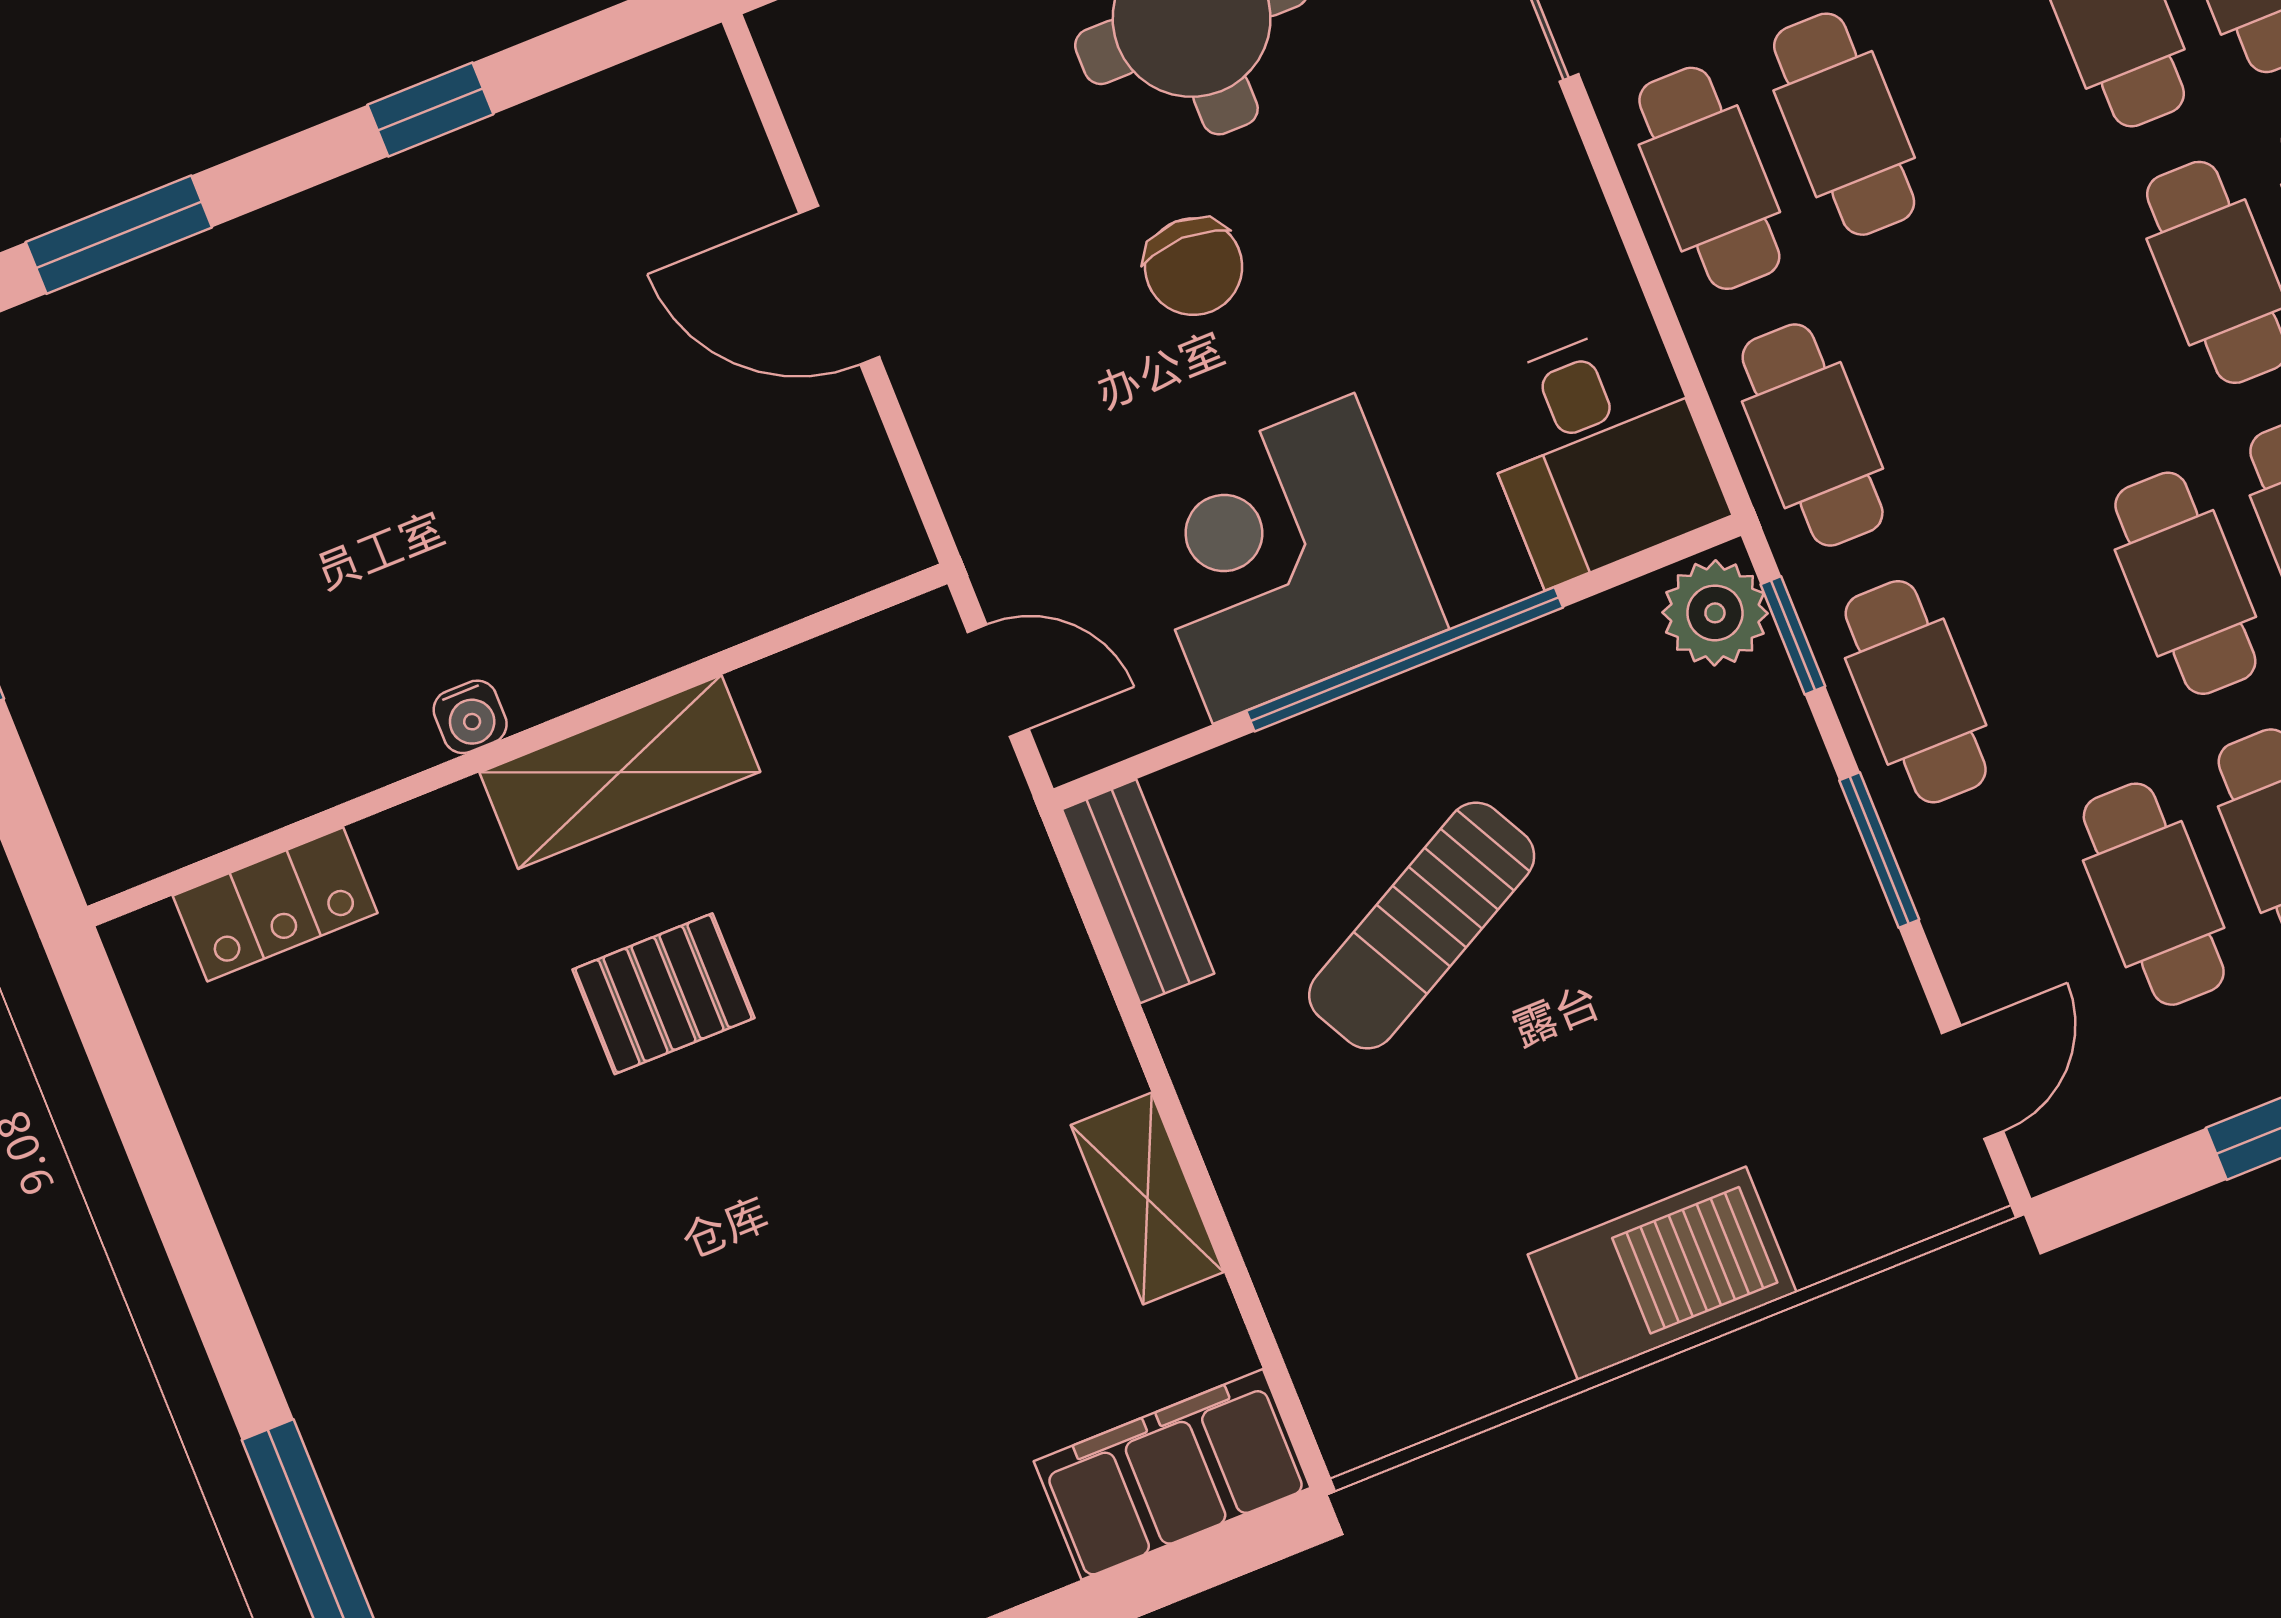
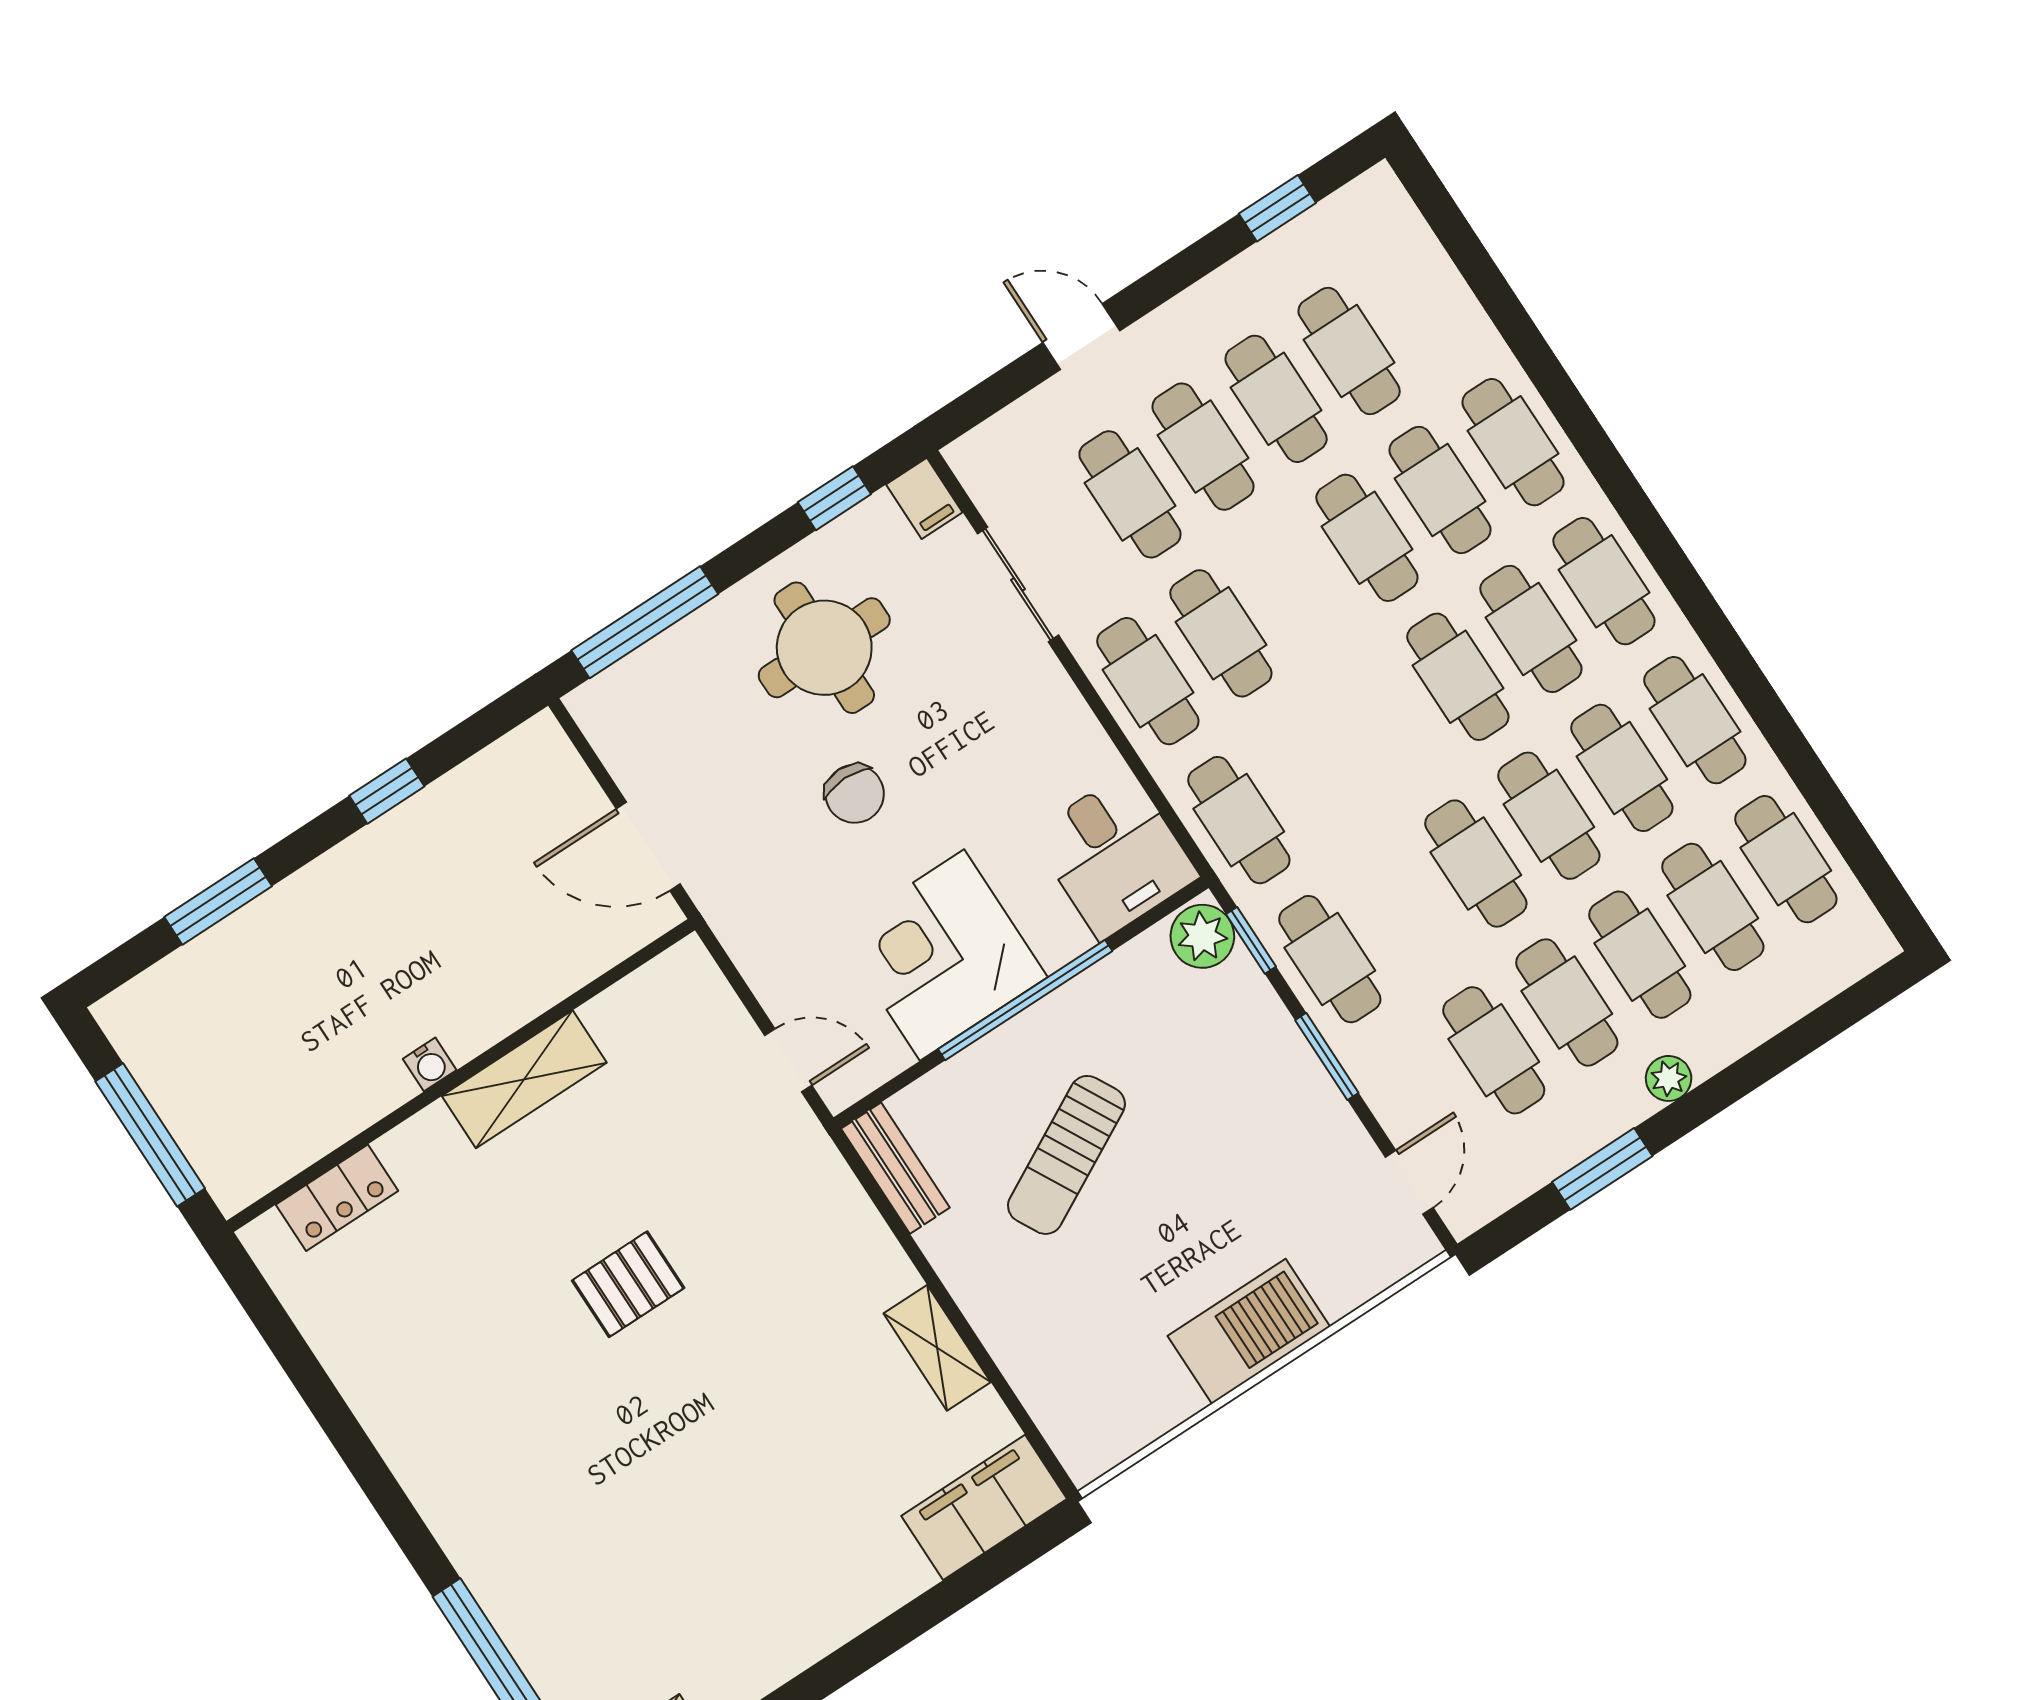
water cooler: (470, 717) -> (430, 1064), moved
wall: (517, 745) -> (461, 1075), moved
shelving: (620, 772) -> (524, 1079), moved
locker: (275, 904) -> (337, 1198), moved

